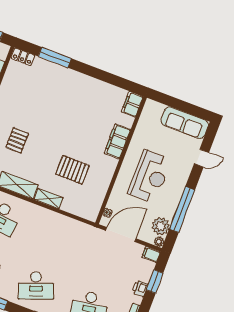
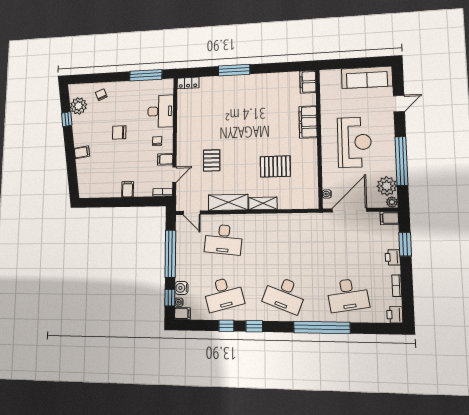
window: (55, 57) -> (234, 70), moved
desk: (36, 285) -> (285, 294), turned 42

